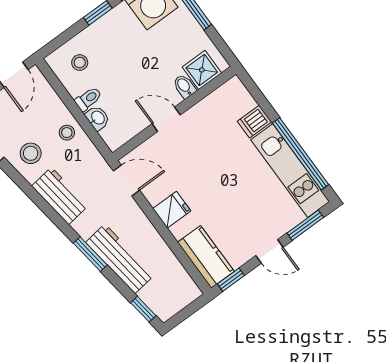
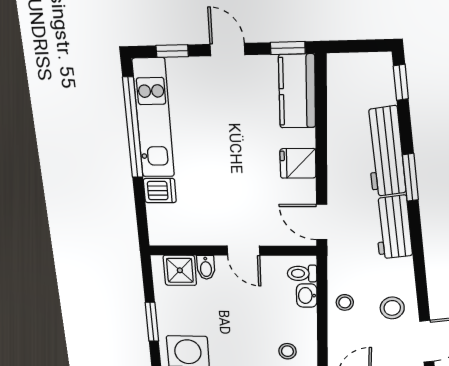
toilet: (88, 99) -> (302, 273), moved
workbench: (60, 196) -> (393, 227), moved
window: (305, 225) -> (172, 51), width x0.67

